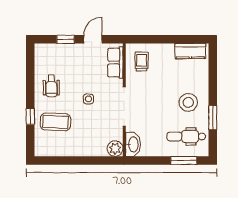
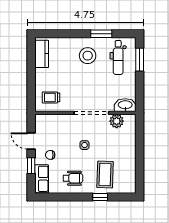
chair: (77, 61) -> (50, 155), added
row of seats: (115, 63) -> (42, 179), moved, turned -90
plant: (115, 149) -> (117, 121), moved

